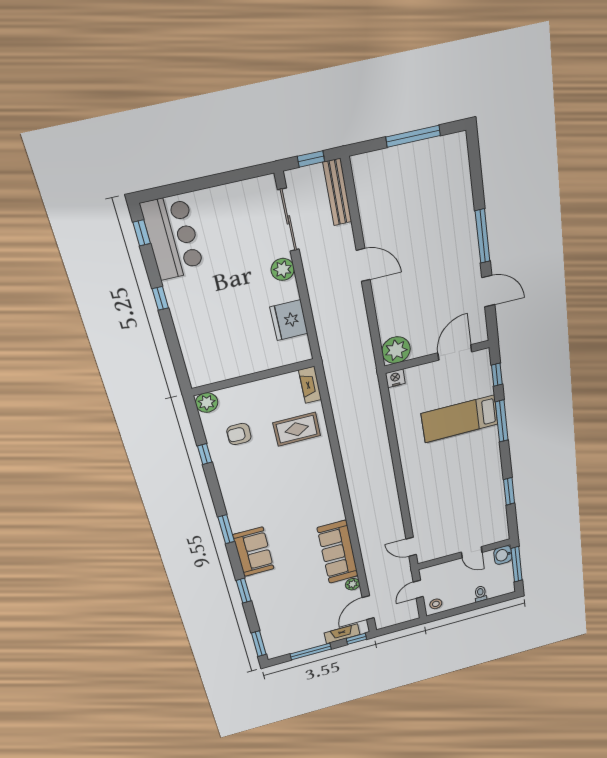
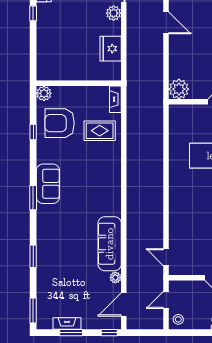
nightstand: (395, 378) -> (175, 110), removed
armchair: (239, 434) -> (60, 123), width x1.88, depth x1.88
sofa: (253, 552) -> (48, 184), moved
fireplace: (342, 634) -> (67, 323), moved
window: (311, 652) -> (71, 333), width x0.69

